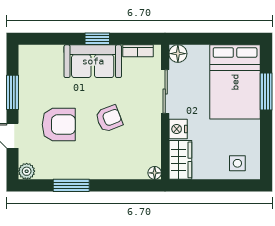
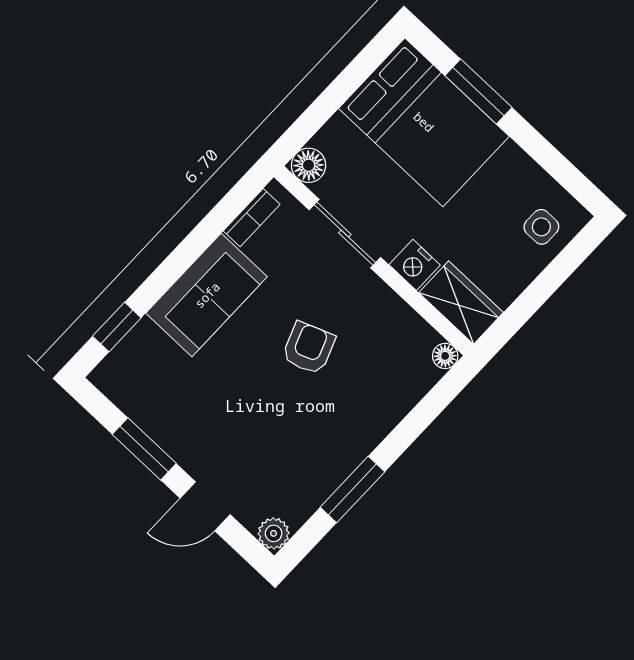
window: (97, 39) -> (117, 327), moved
armchair: (59, 125) -> (251, 426), removed

